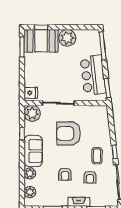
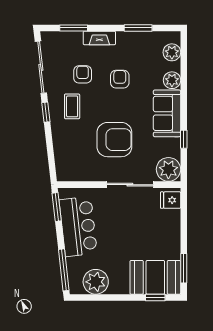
plant: (67, 38) -> (96, 282), moved

